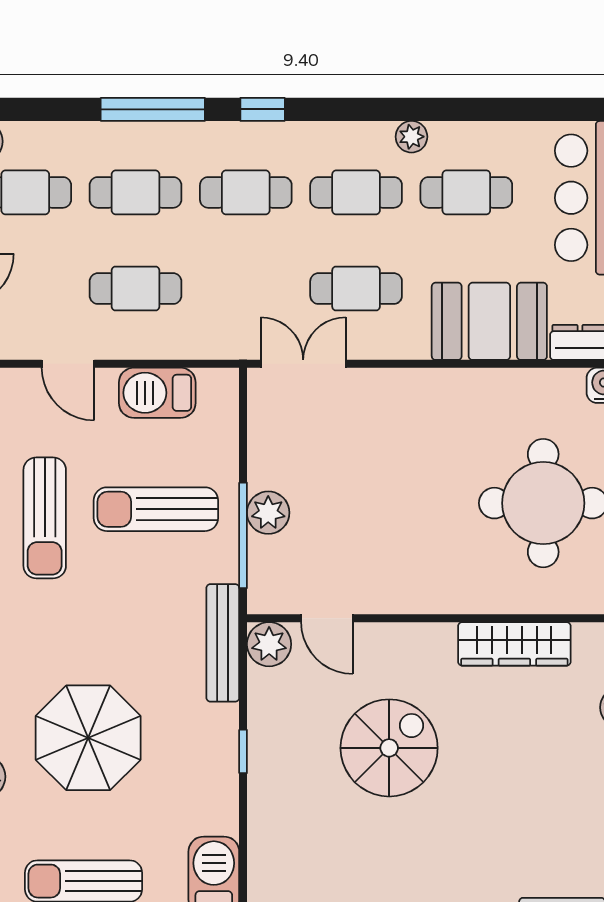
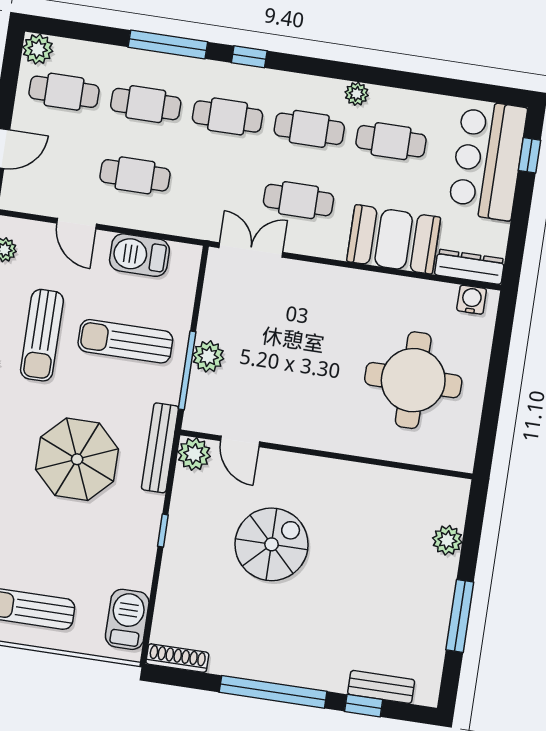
wardrobe: (514, 644) -> (376, 481), removed
parasol: (88, 738) -> (77, 459), moved

